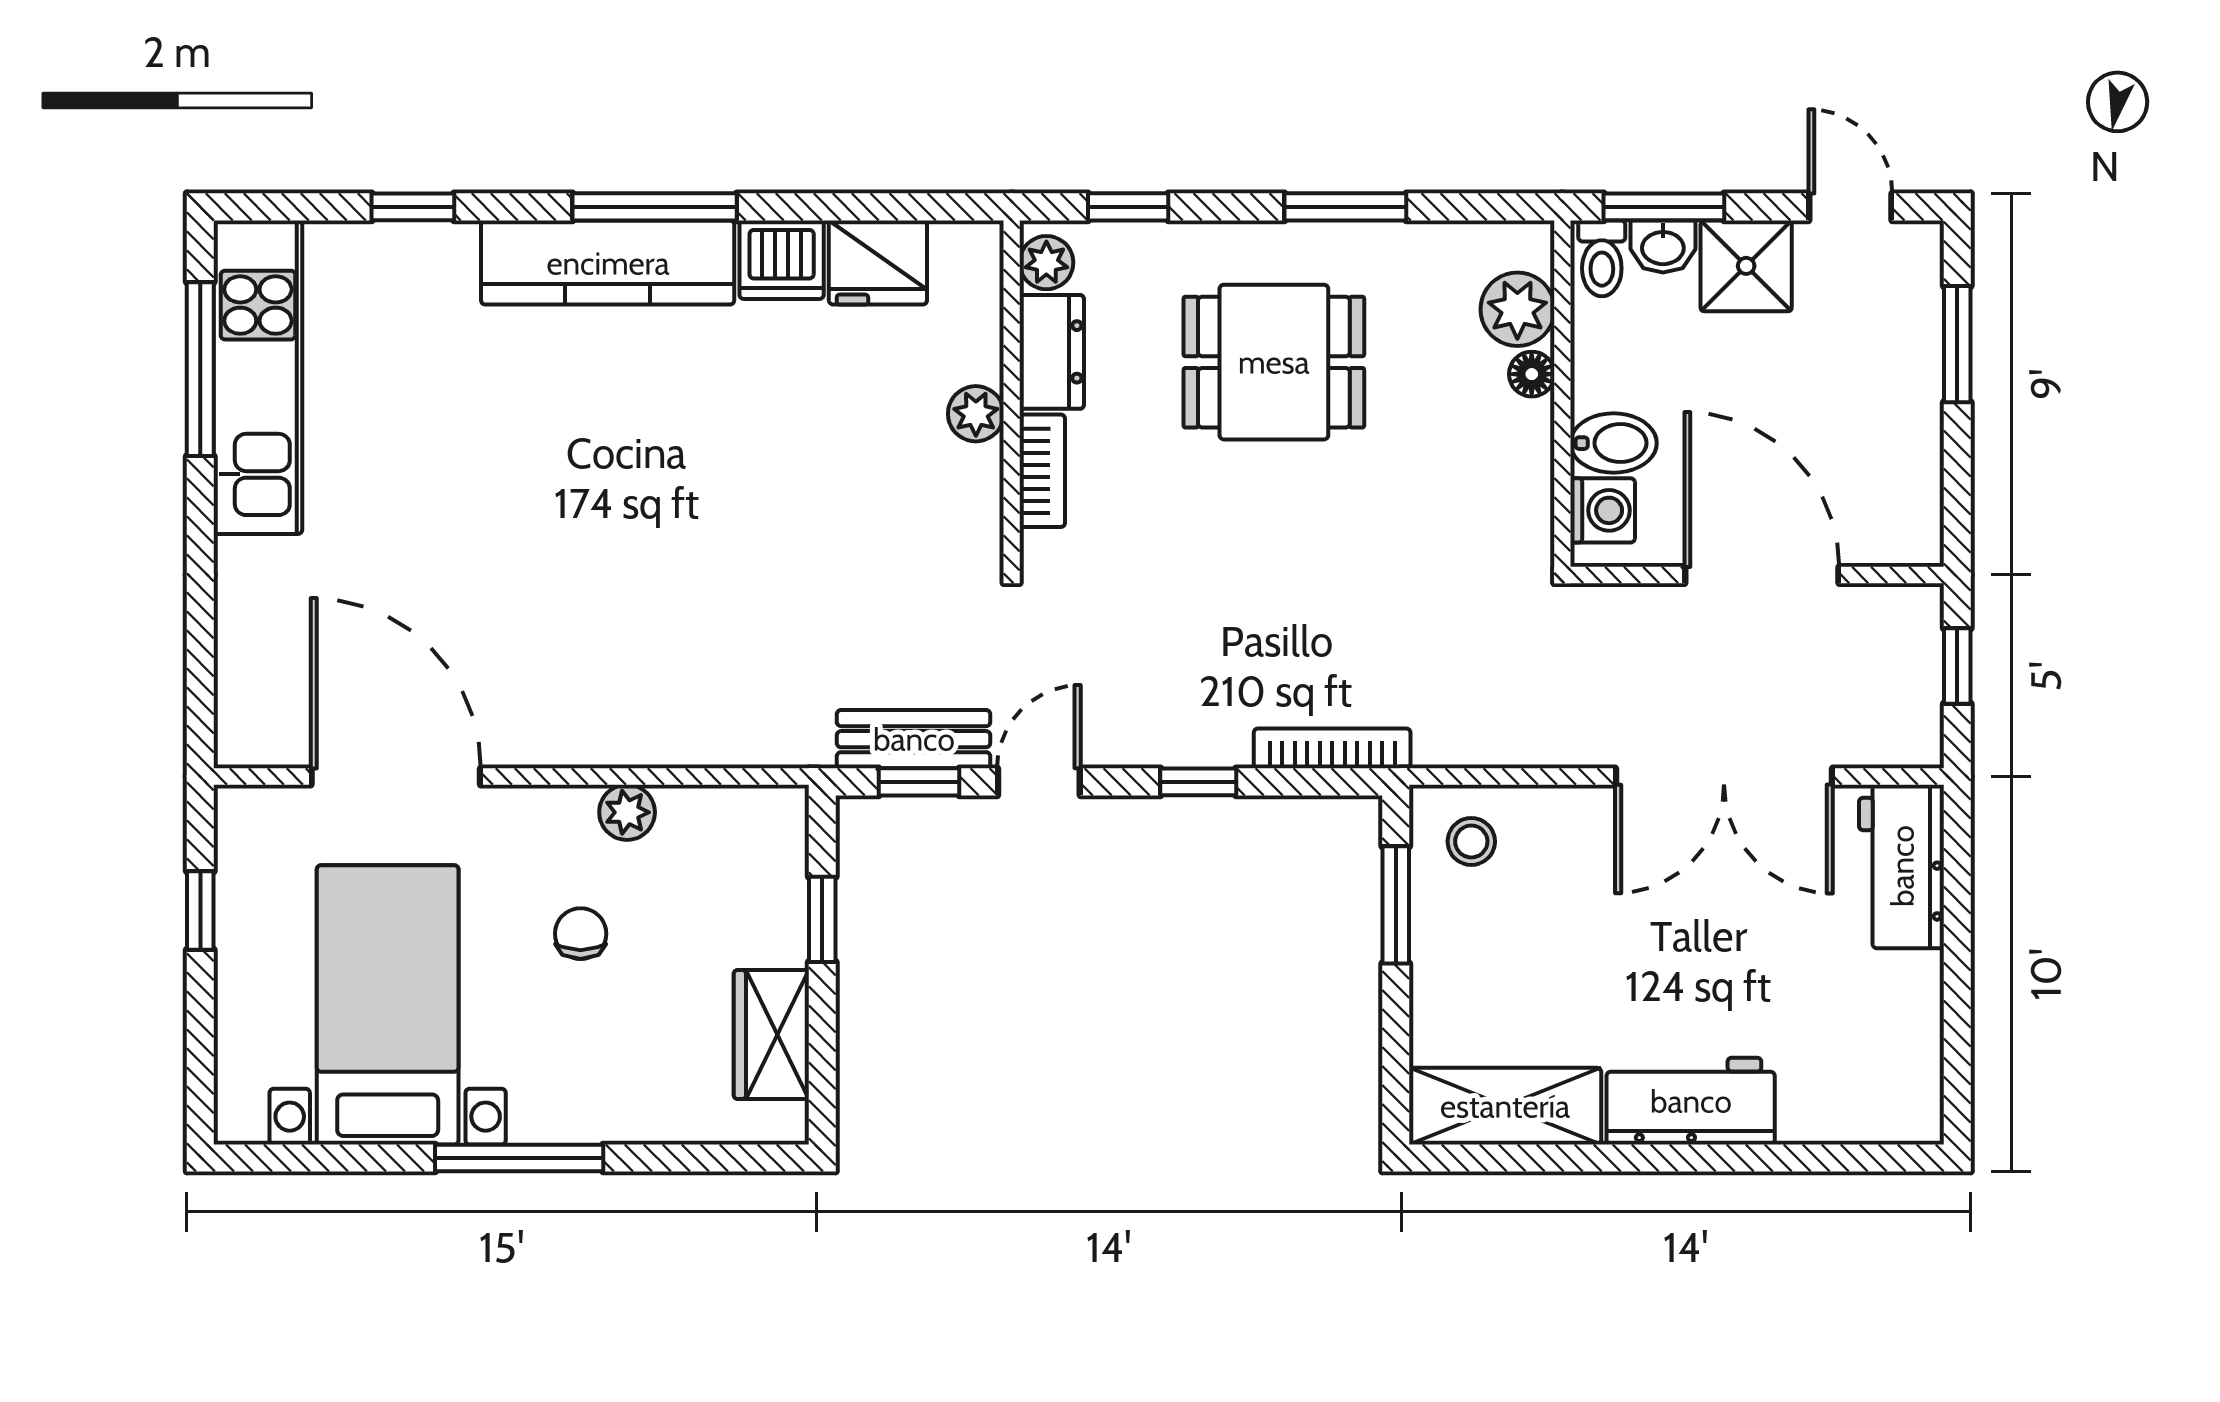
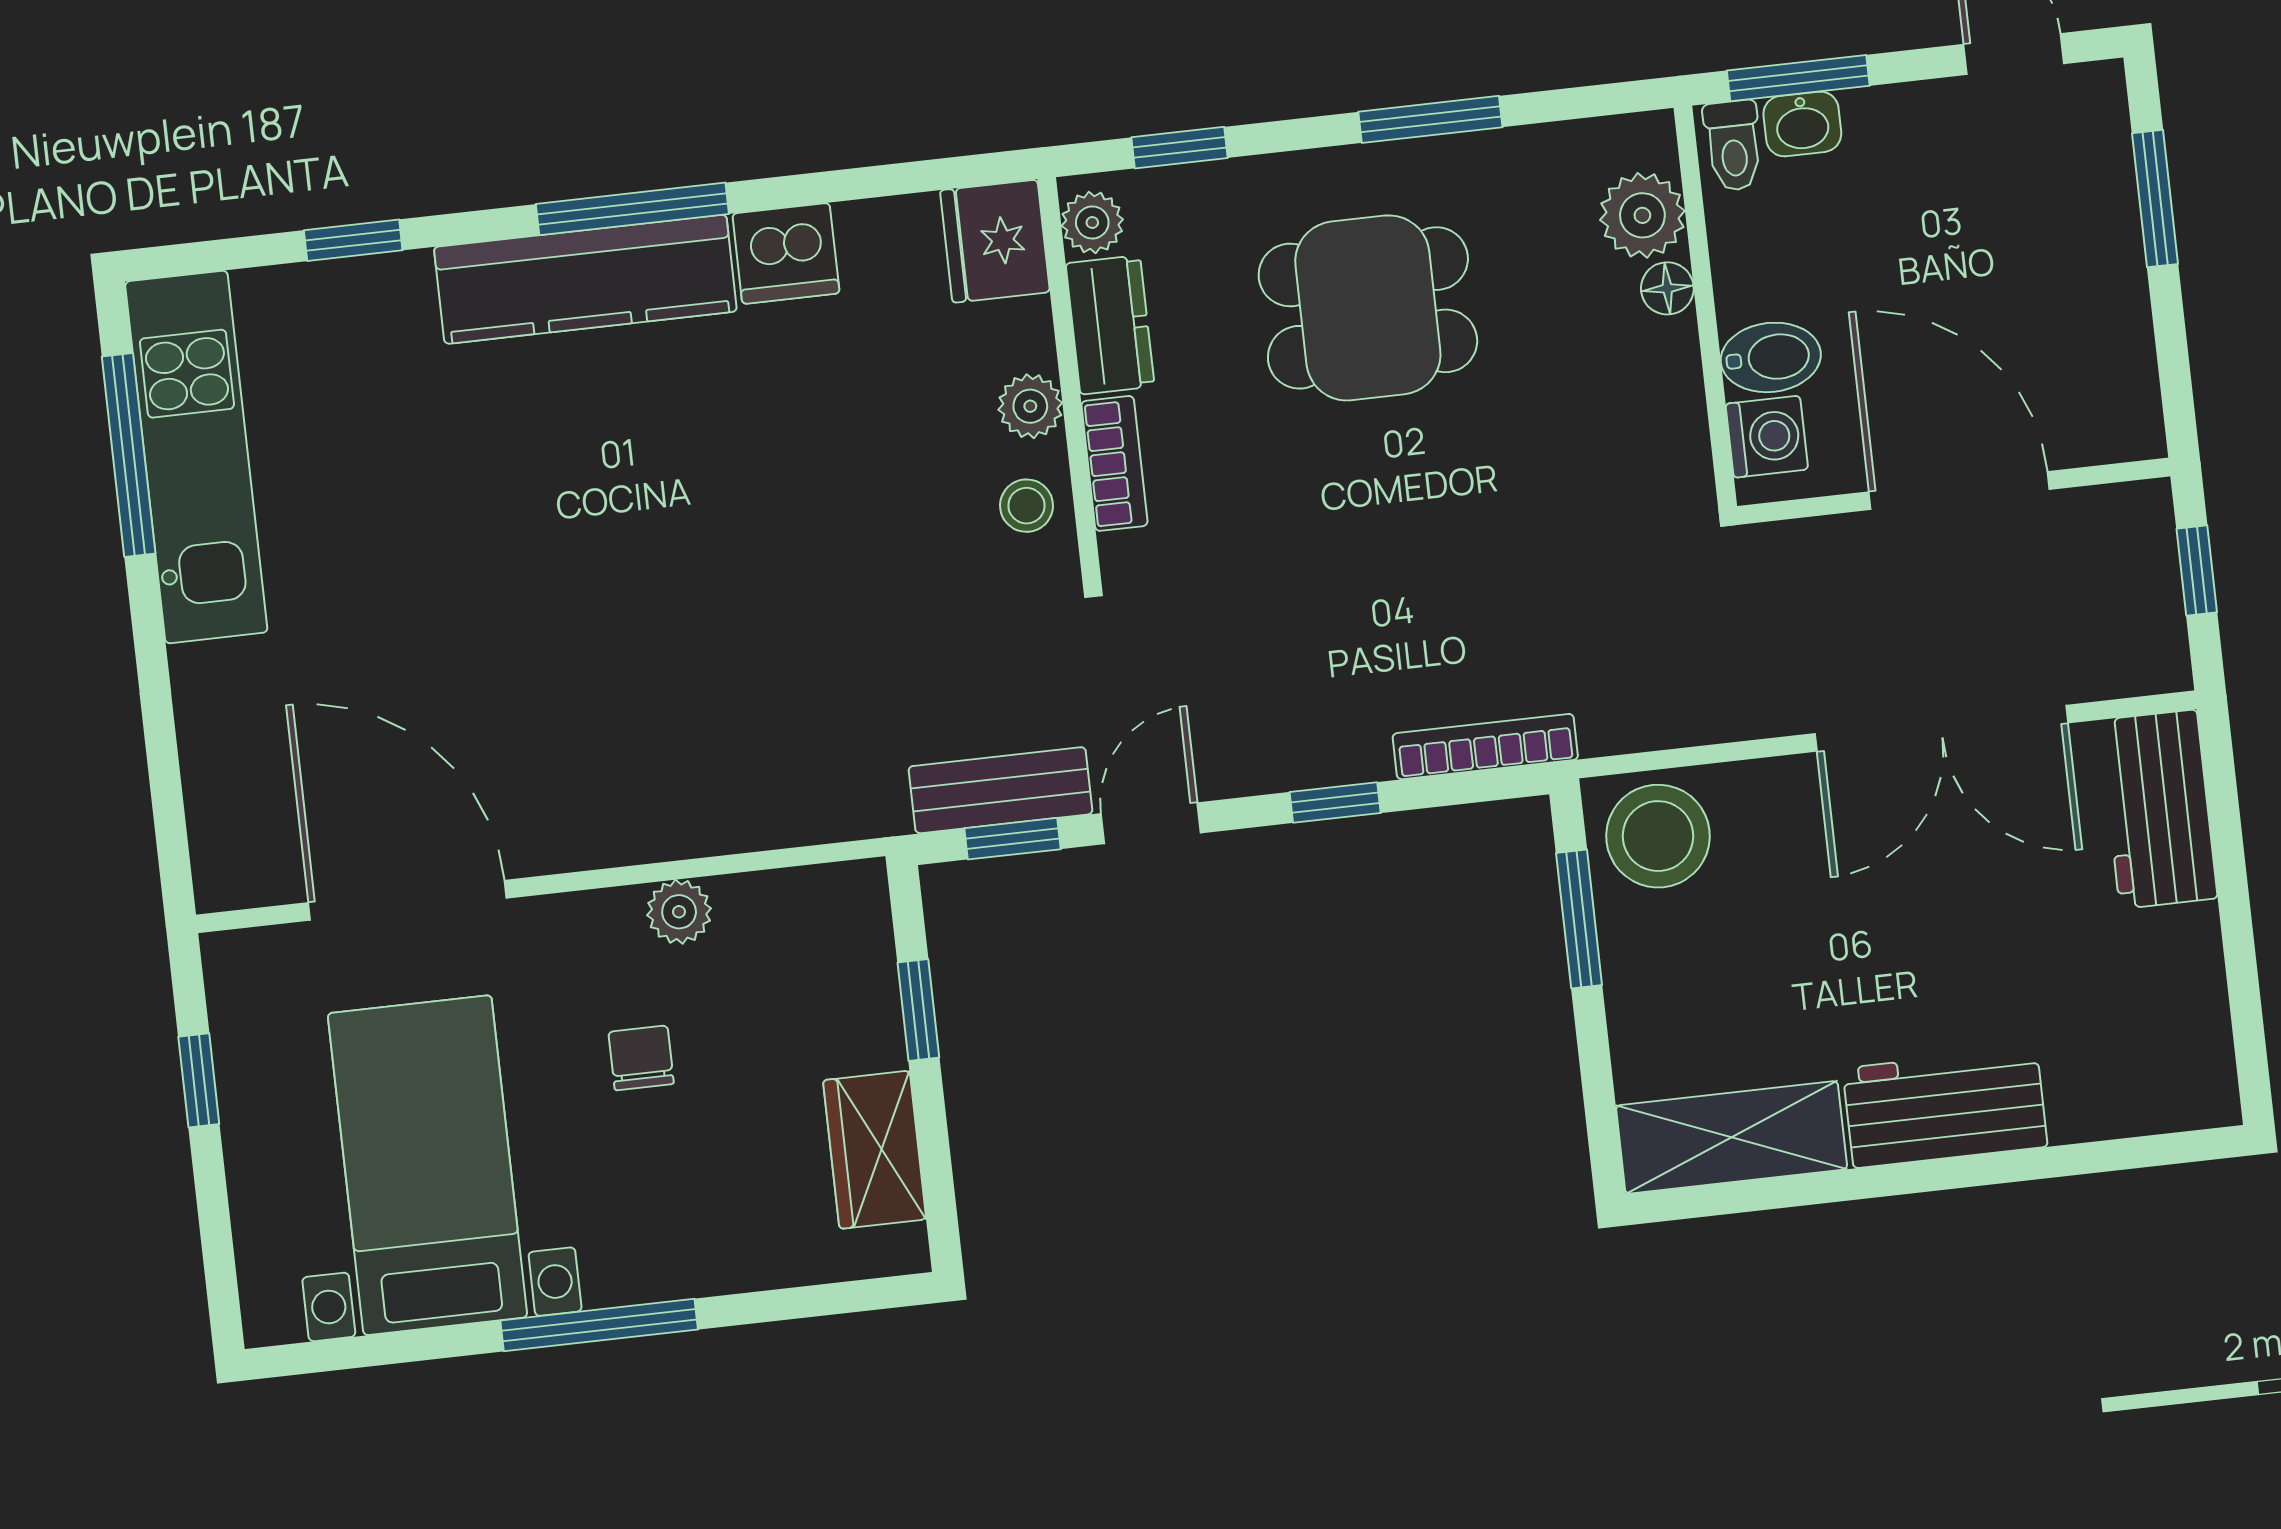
fridge: (878, 262) -> (995, 241), moved, turned 90
shower: (1746, 266) -> (1901, 136), removed
stool: (963, 498) -> (1026, 506), added
stool: (1471, 841) -> (1658, 836), width x1.89, depth x1.89

